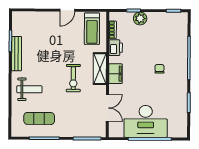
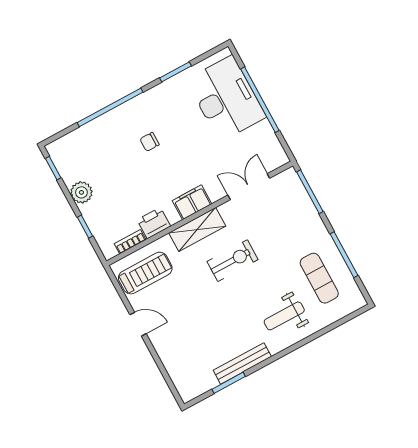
plant: (140, 18) -> (81, 192), moved
weight bench: (29, 89) -> (284, 316), turned -90
desk: (146, 121) -> (226, 98), moved

